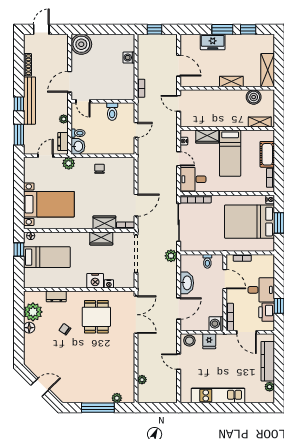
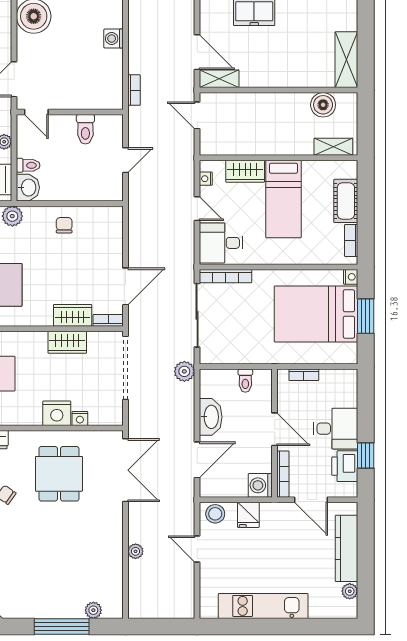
shelving: (231, 82) -> (219, 79), moved
door: (225, 279) -> (275, 429), moved
plant: (142, 380) -> (136, 551), moved

